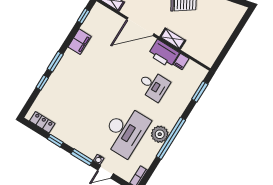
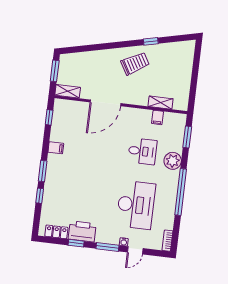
shelving: (173, 39) -> (161, 103), moved
filing cabinet: (80, 42) -> (56, 148), width x0.50
printer: (164, 54) -> (82, 231), moved, turned 180
plant: (160, 134) -> (173, 161), moved

